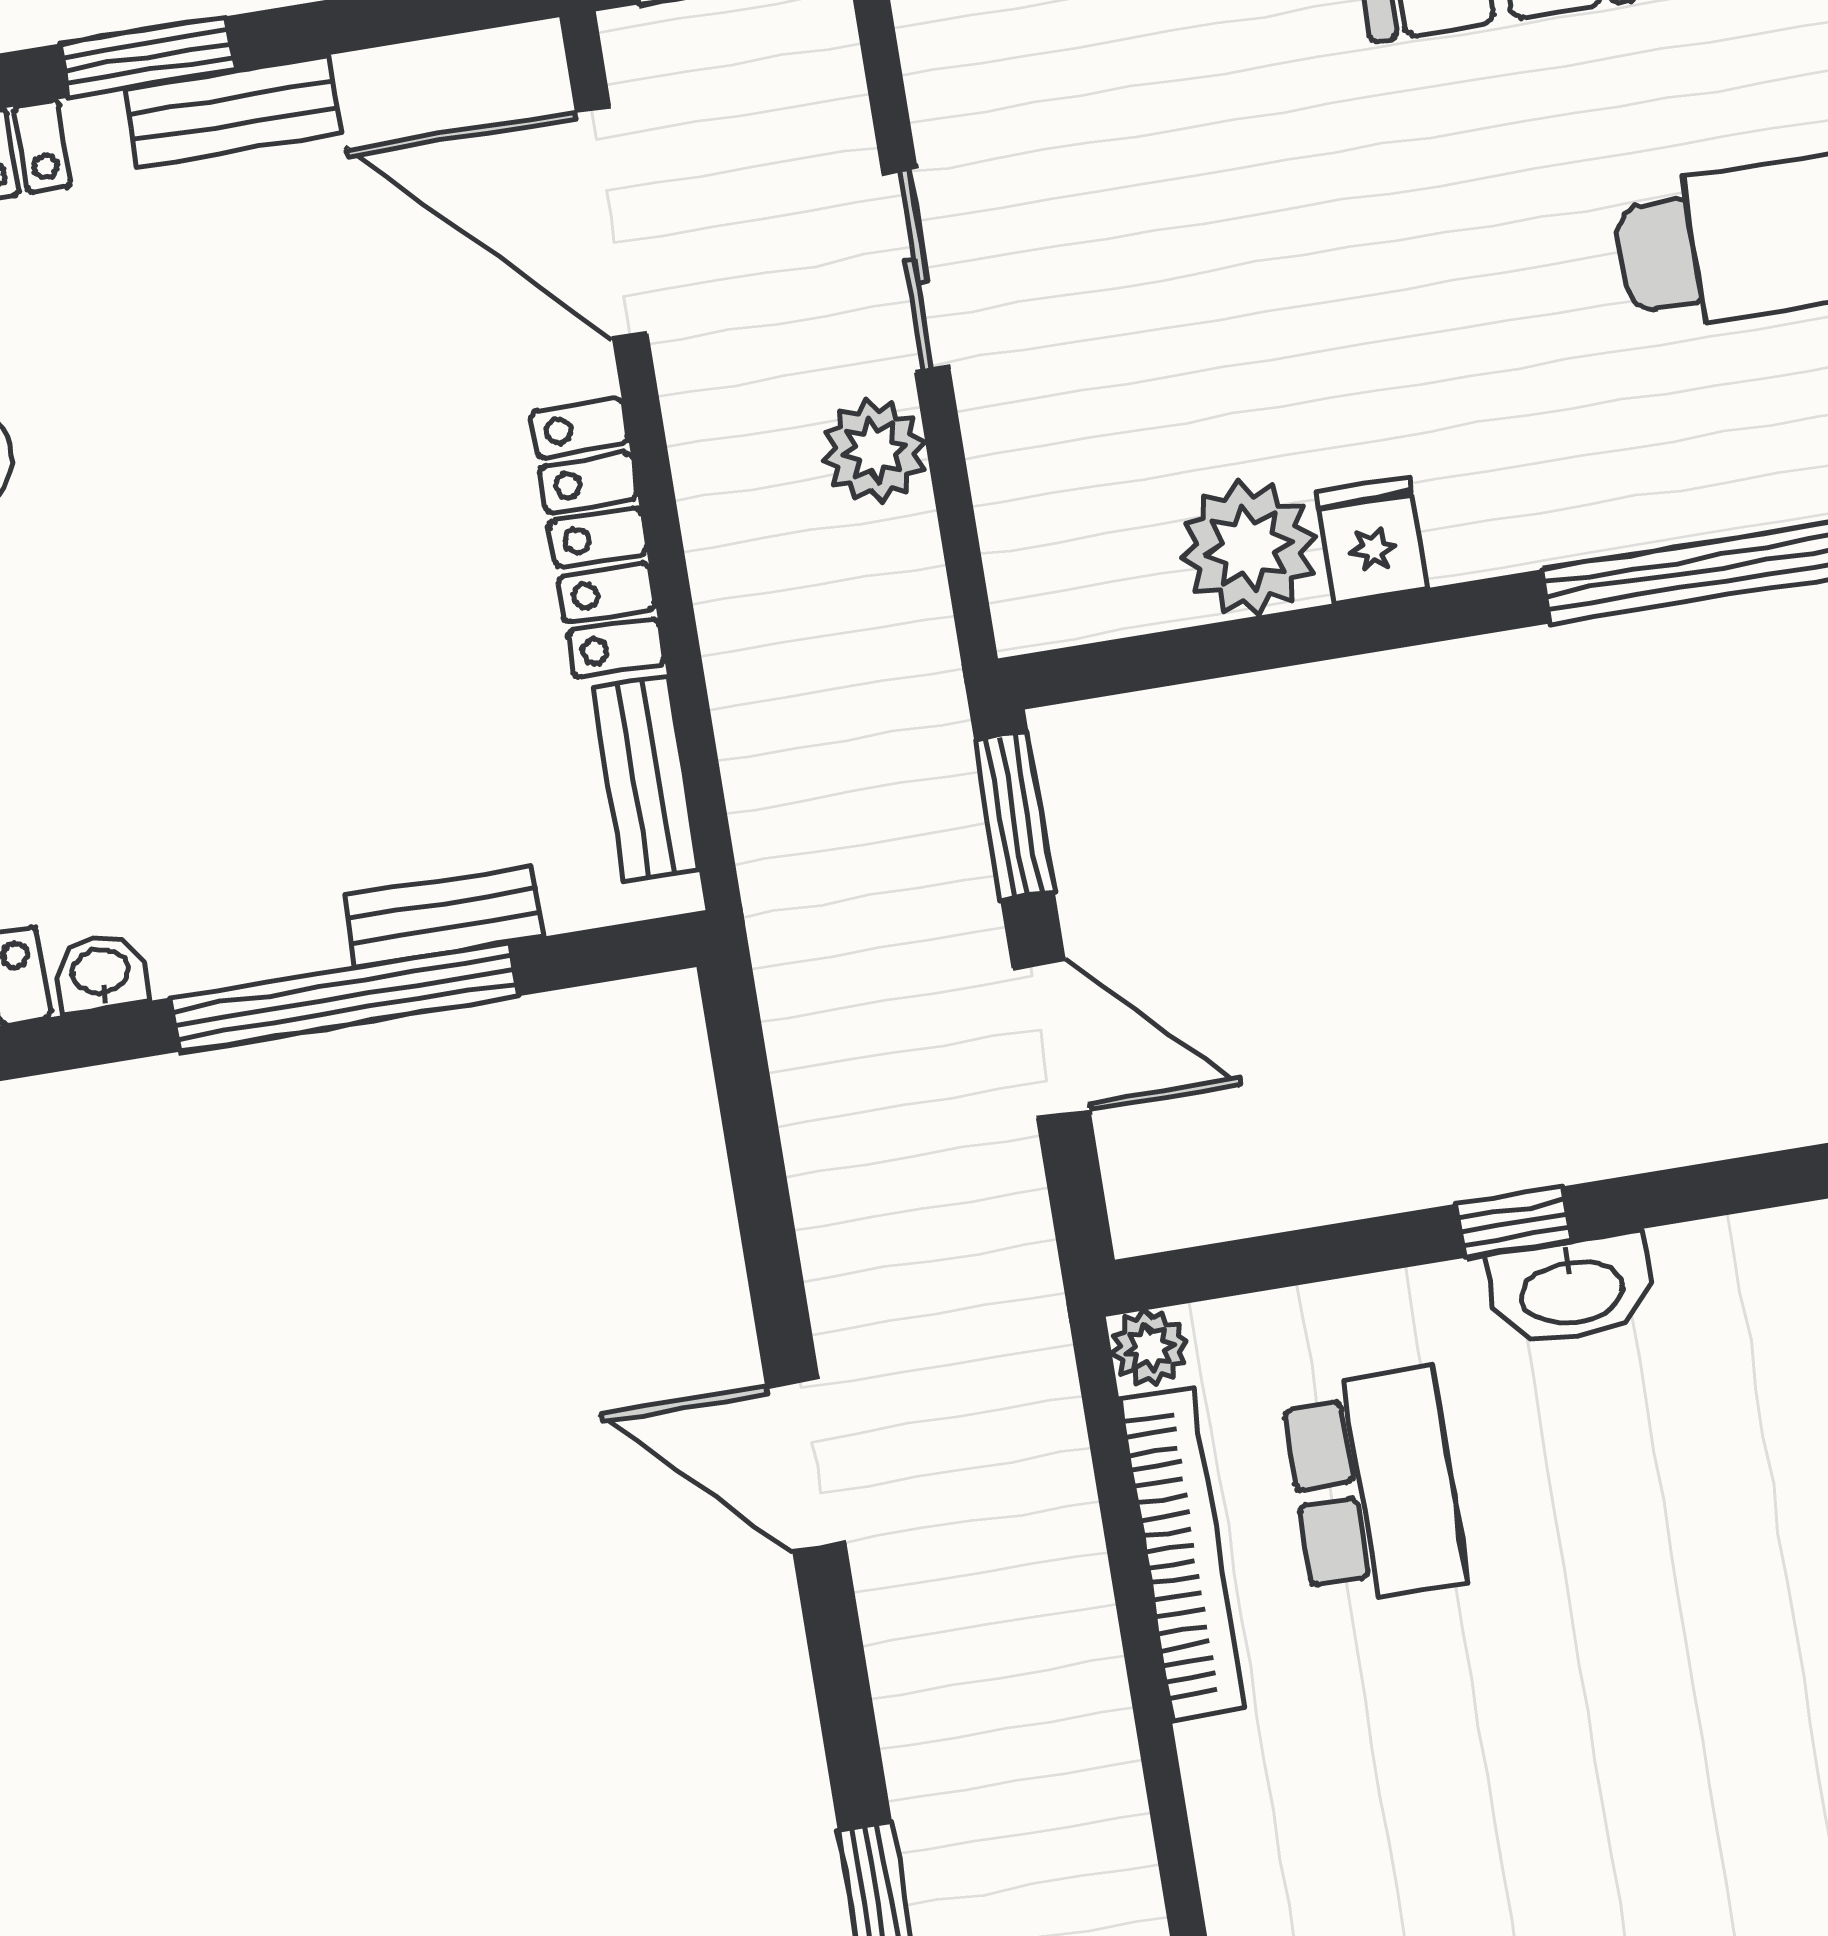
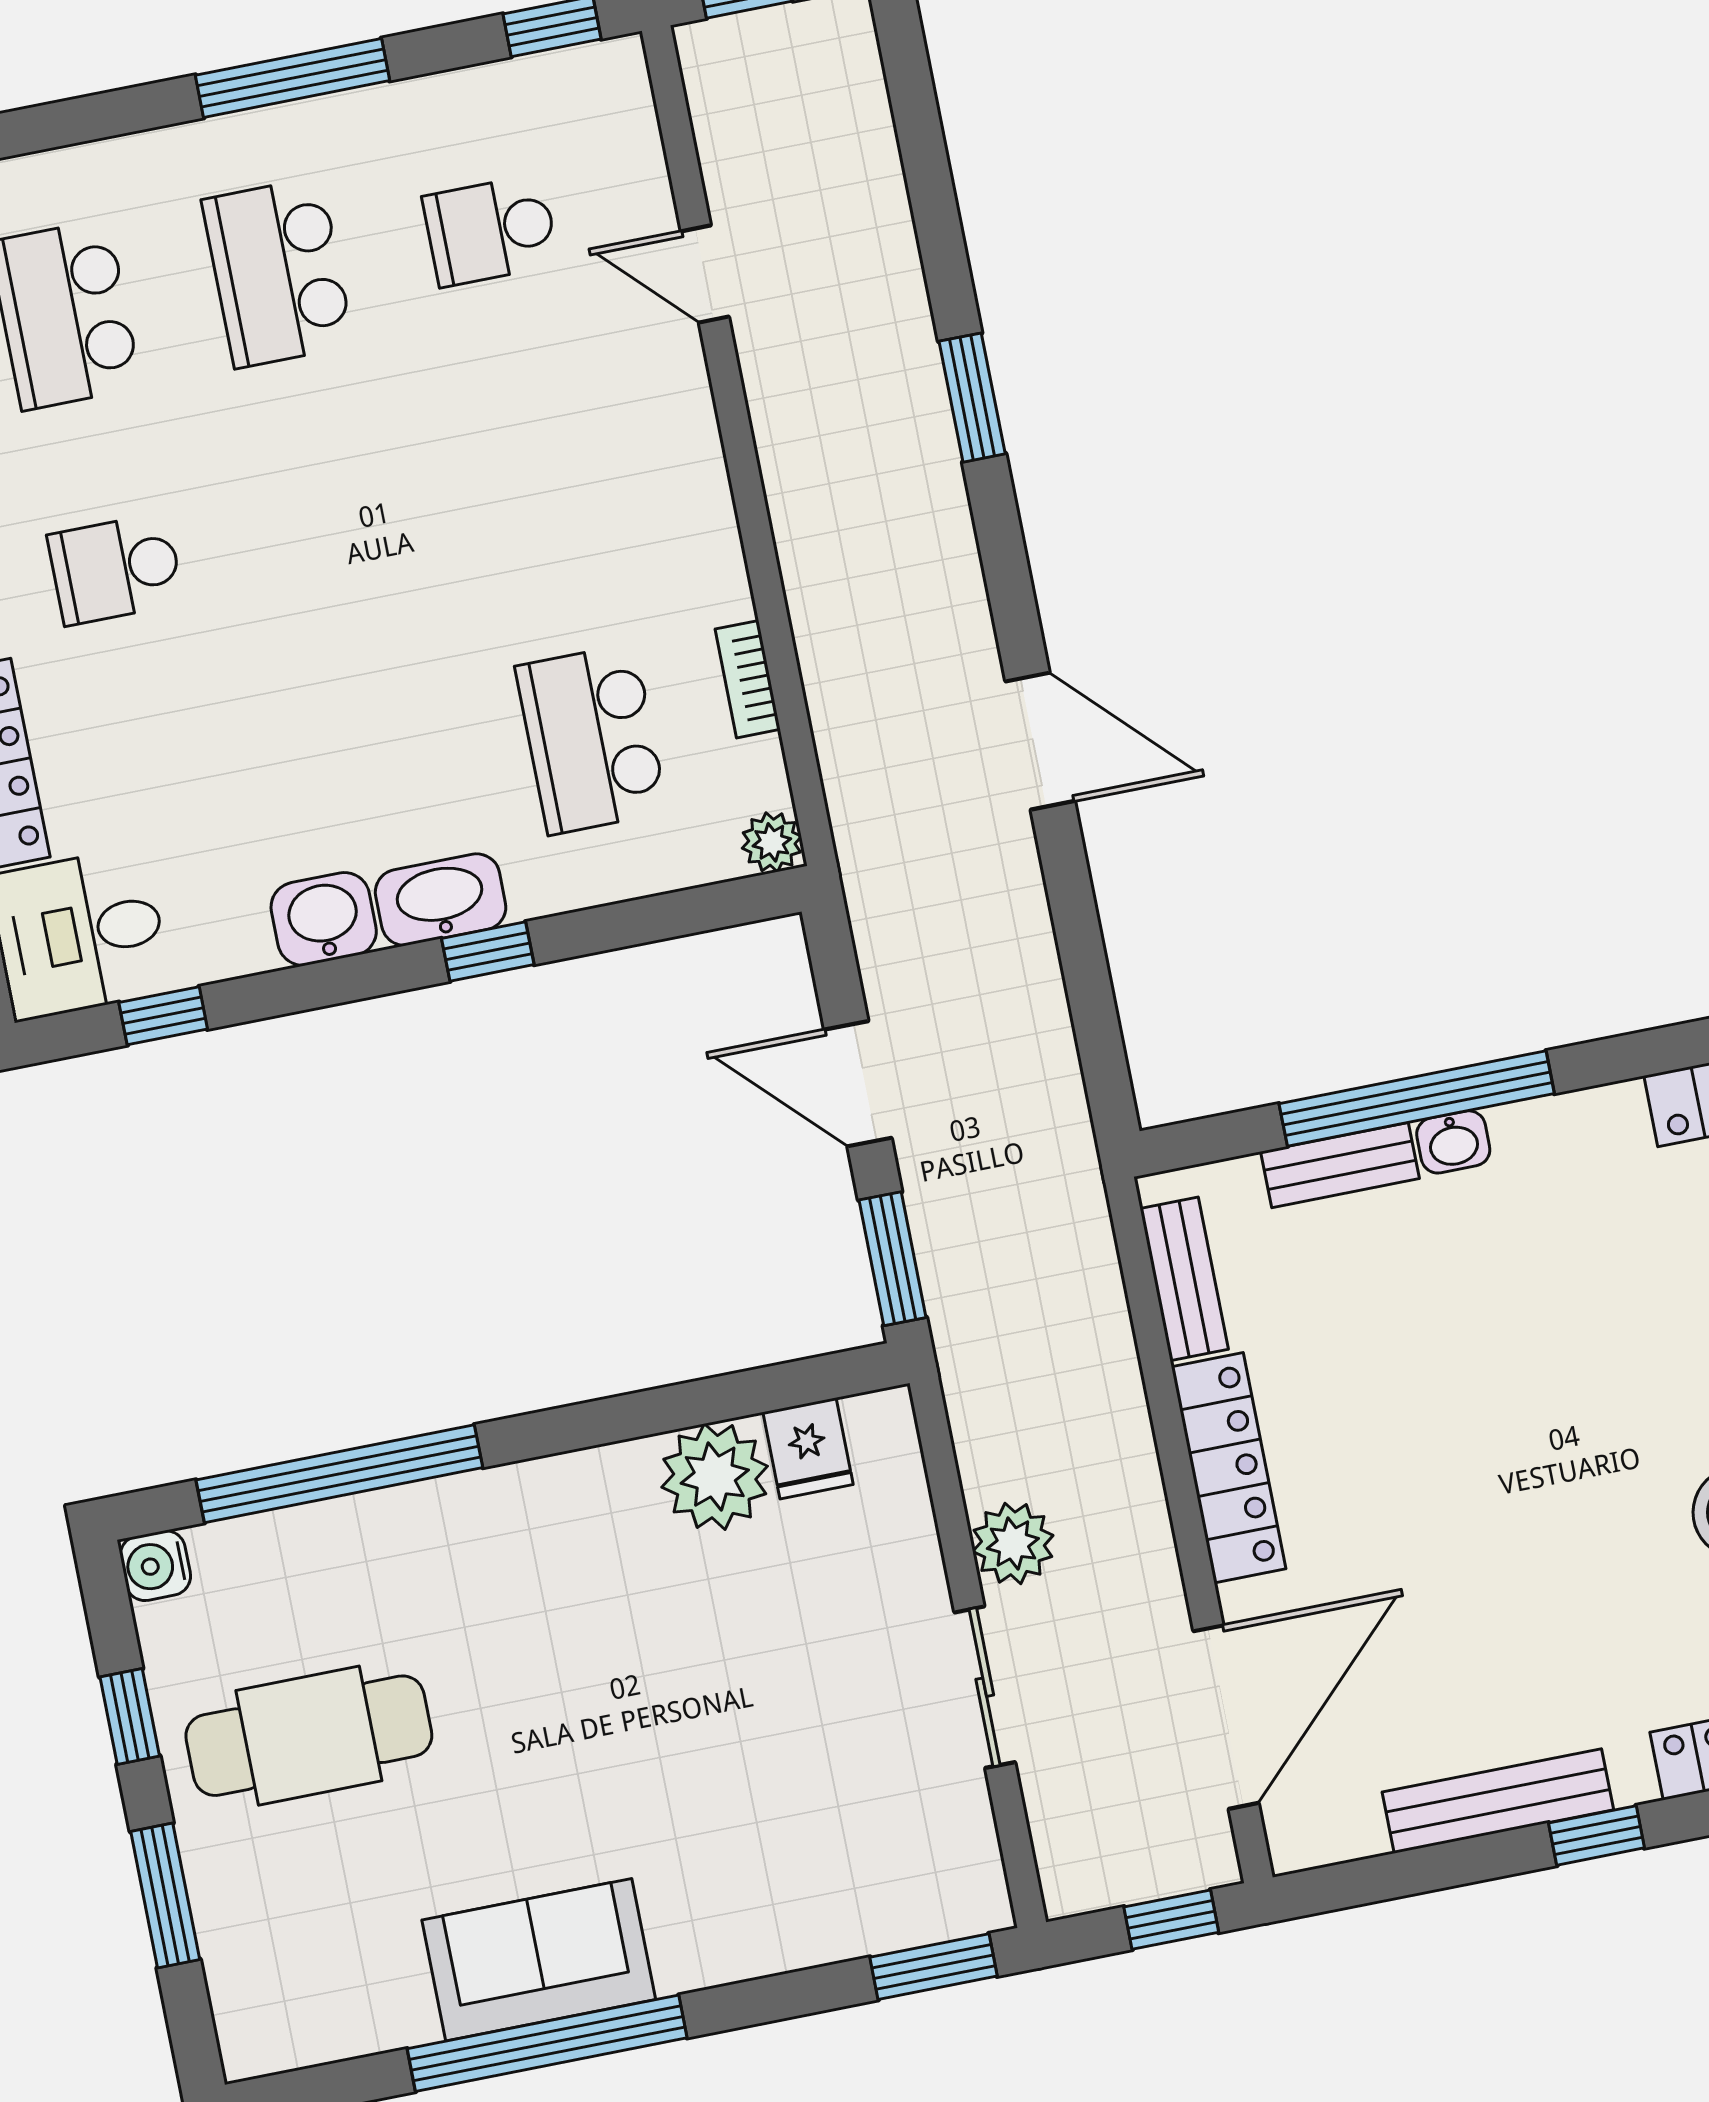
window: (148, 57) -> (1596, 1835), width x0.67
bench: (234, 111) -> (1498, 1801), width x1.36
door: (612, 222) -> (1226, 1717), hinge flipped
fridge: (1372, 540) -> (808, 1448), moved
washbasin: (101, 973) -> (1453, 1142), moved
washbasin: (1720, 1270) -> (324, 919), added
bookcase: (1182, 1554) -> (748, 679), width x0.43, depth x0.76

